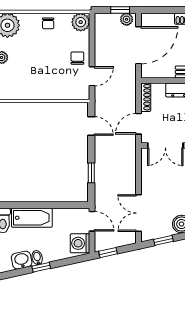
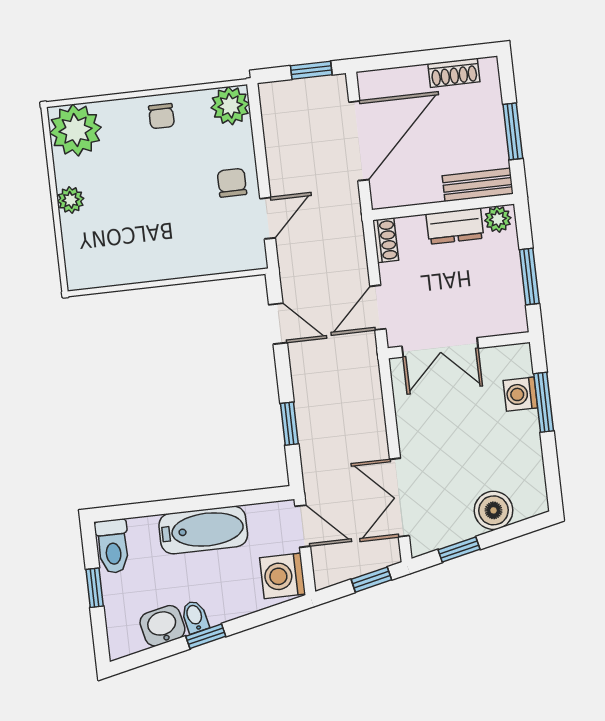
plant: (127, 19) -> (327, 89), removed
shoe rack: (146, 97) -> (386, 240), width x0.70
bathtub: (32, 218) -> (203, 530), moved
window: (108, 253) -> (371, 580), moved

